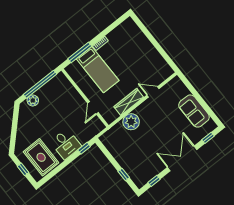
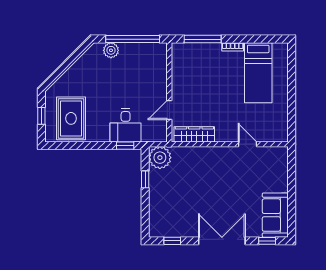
bed: (98, 70) -> (258, 73), moved
wardrobe: (129, 102) -> (194, 134), moved
sofa: (194, 111) -> (275, 215), moved
plant: (131, 122) -> (160, 158), moved
desk: (66, 144) -> (126, 125), moved
window: (124, 175) -> (145, 179), moved

